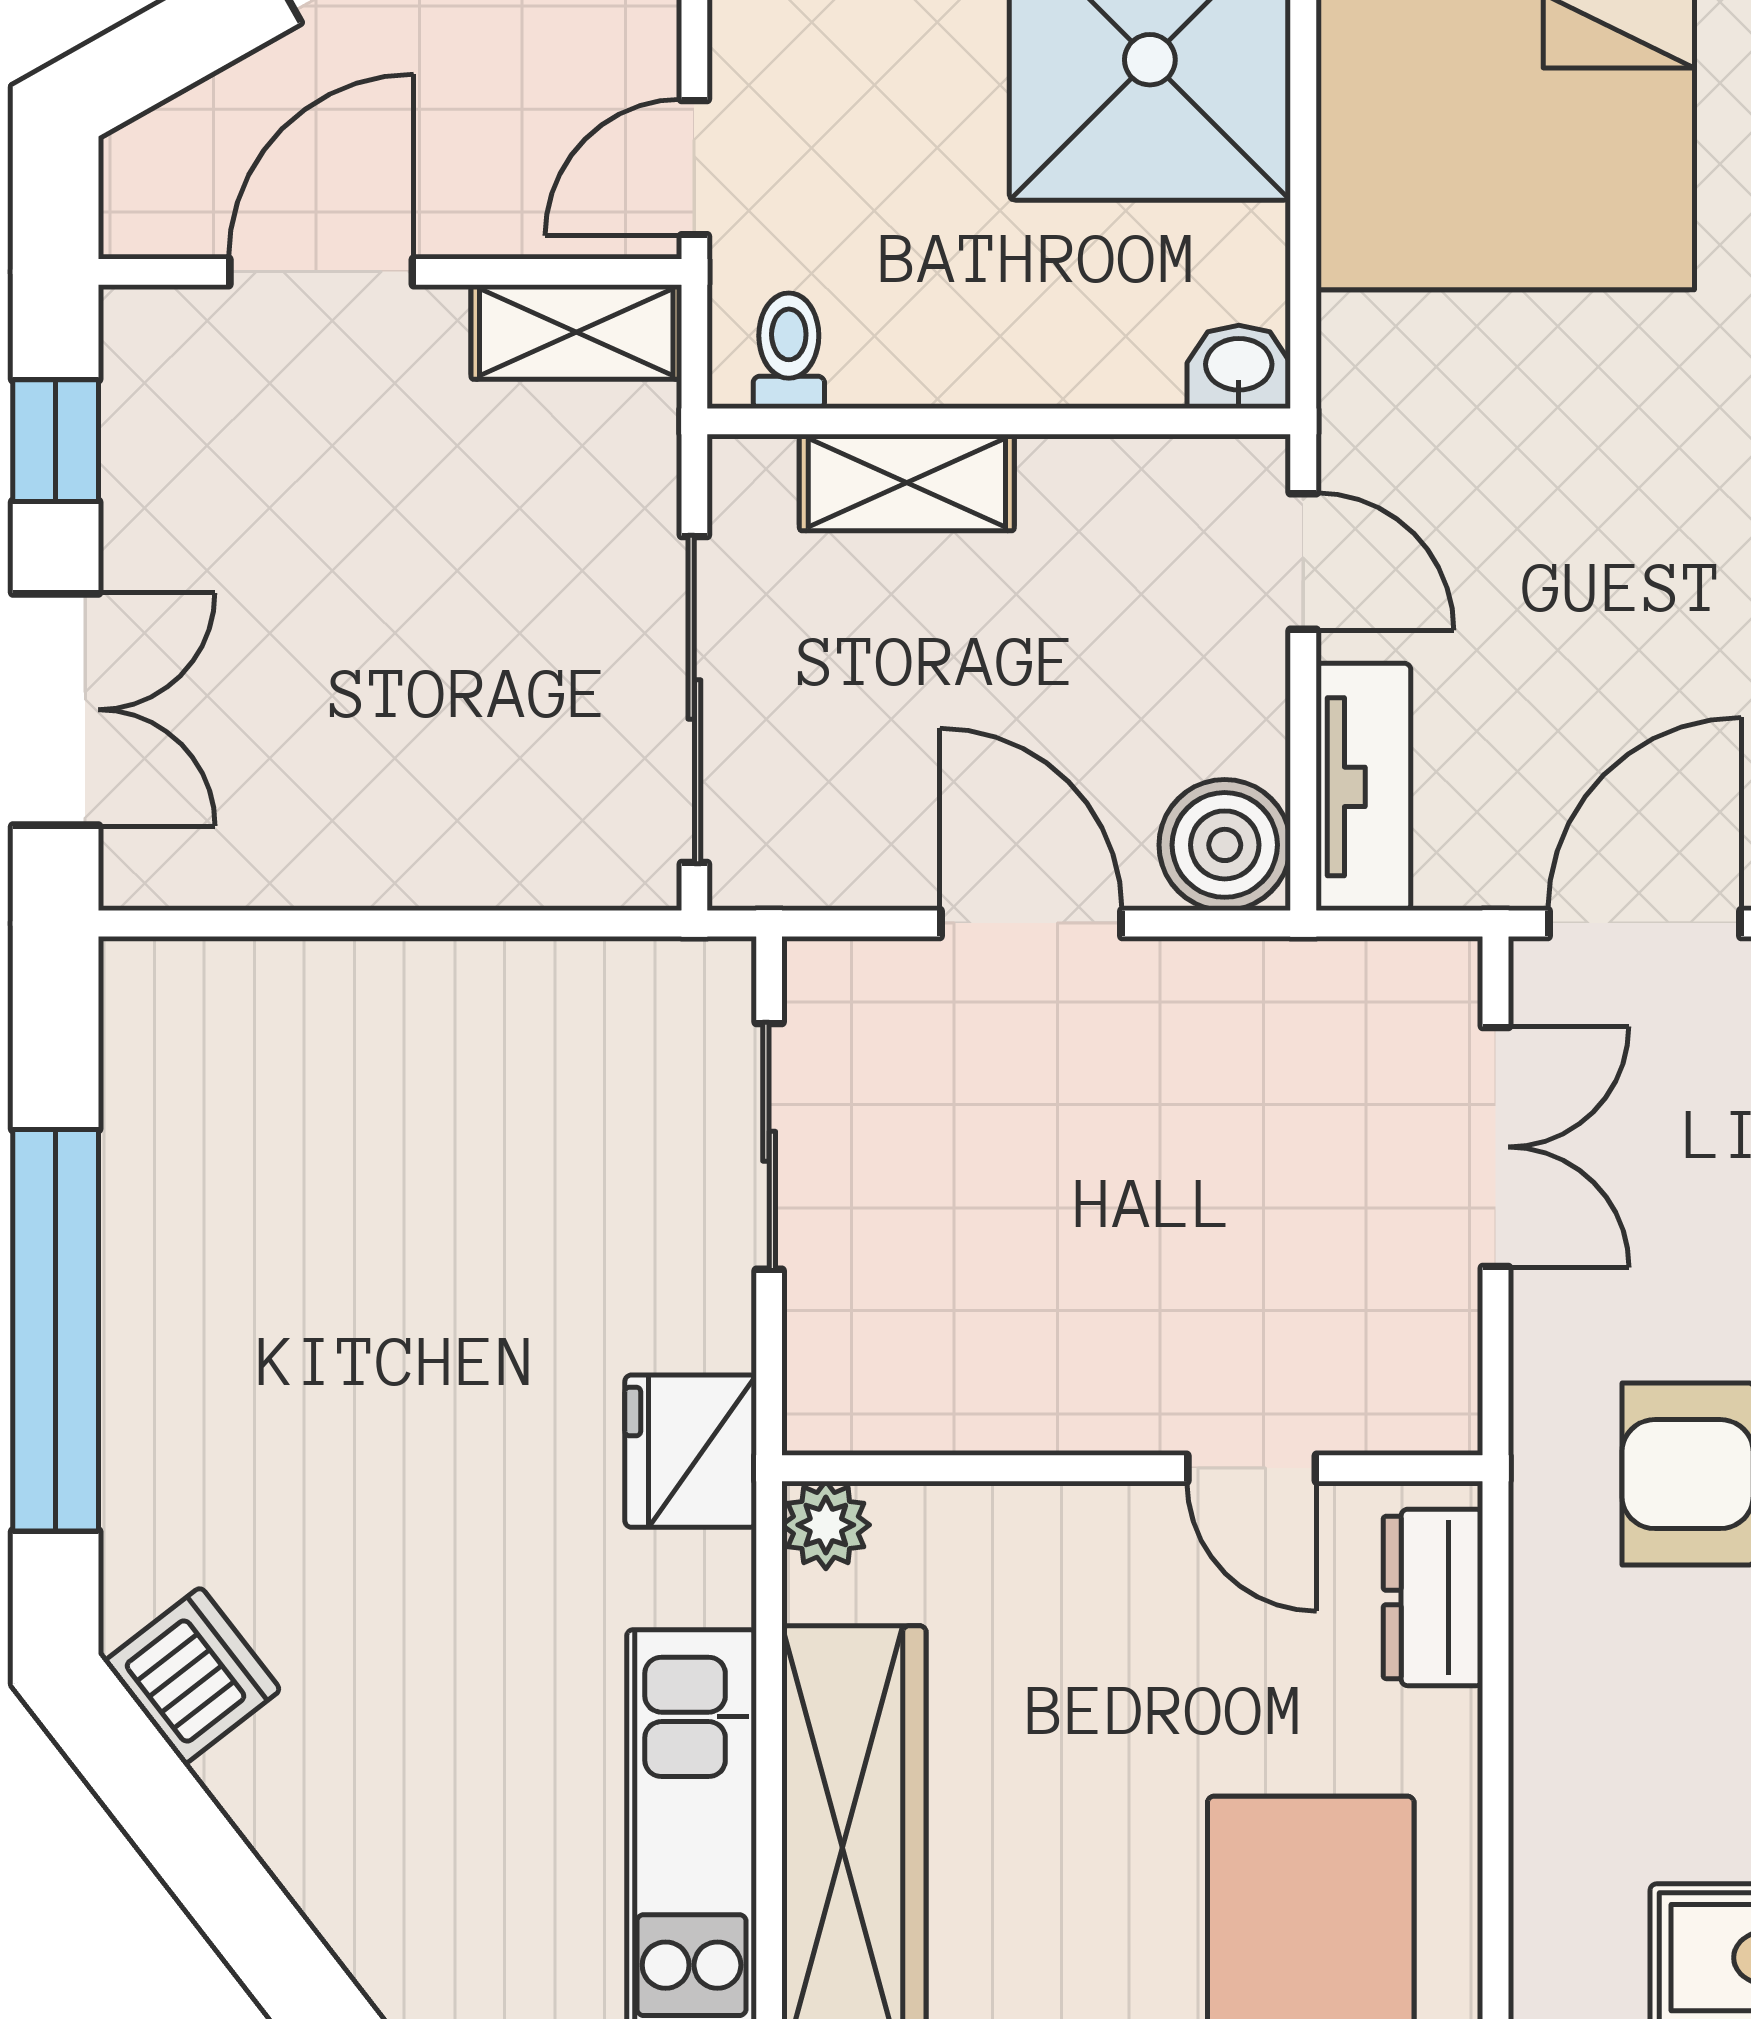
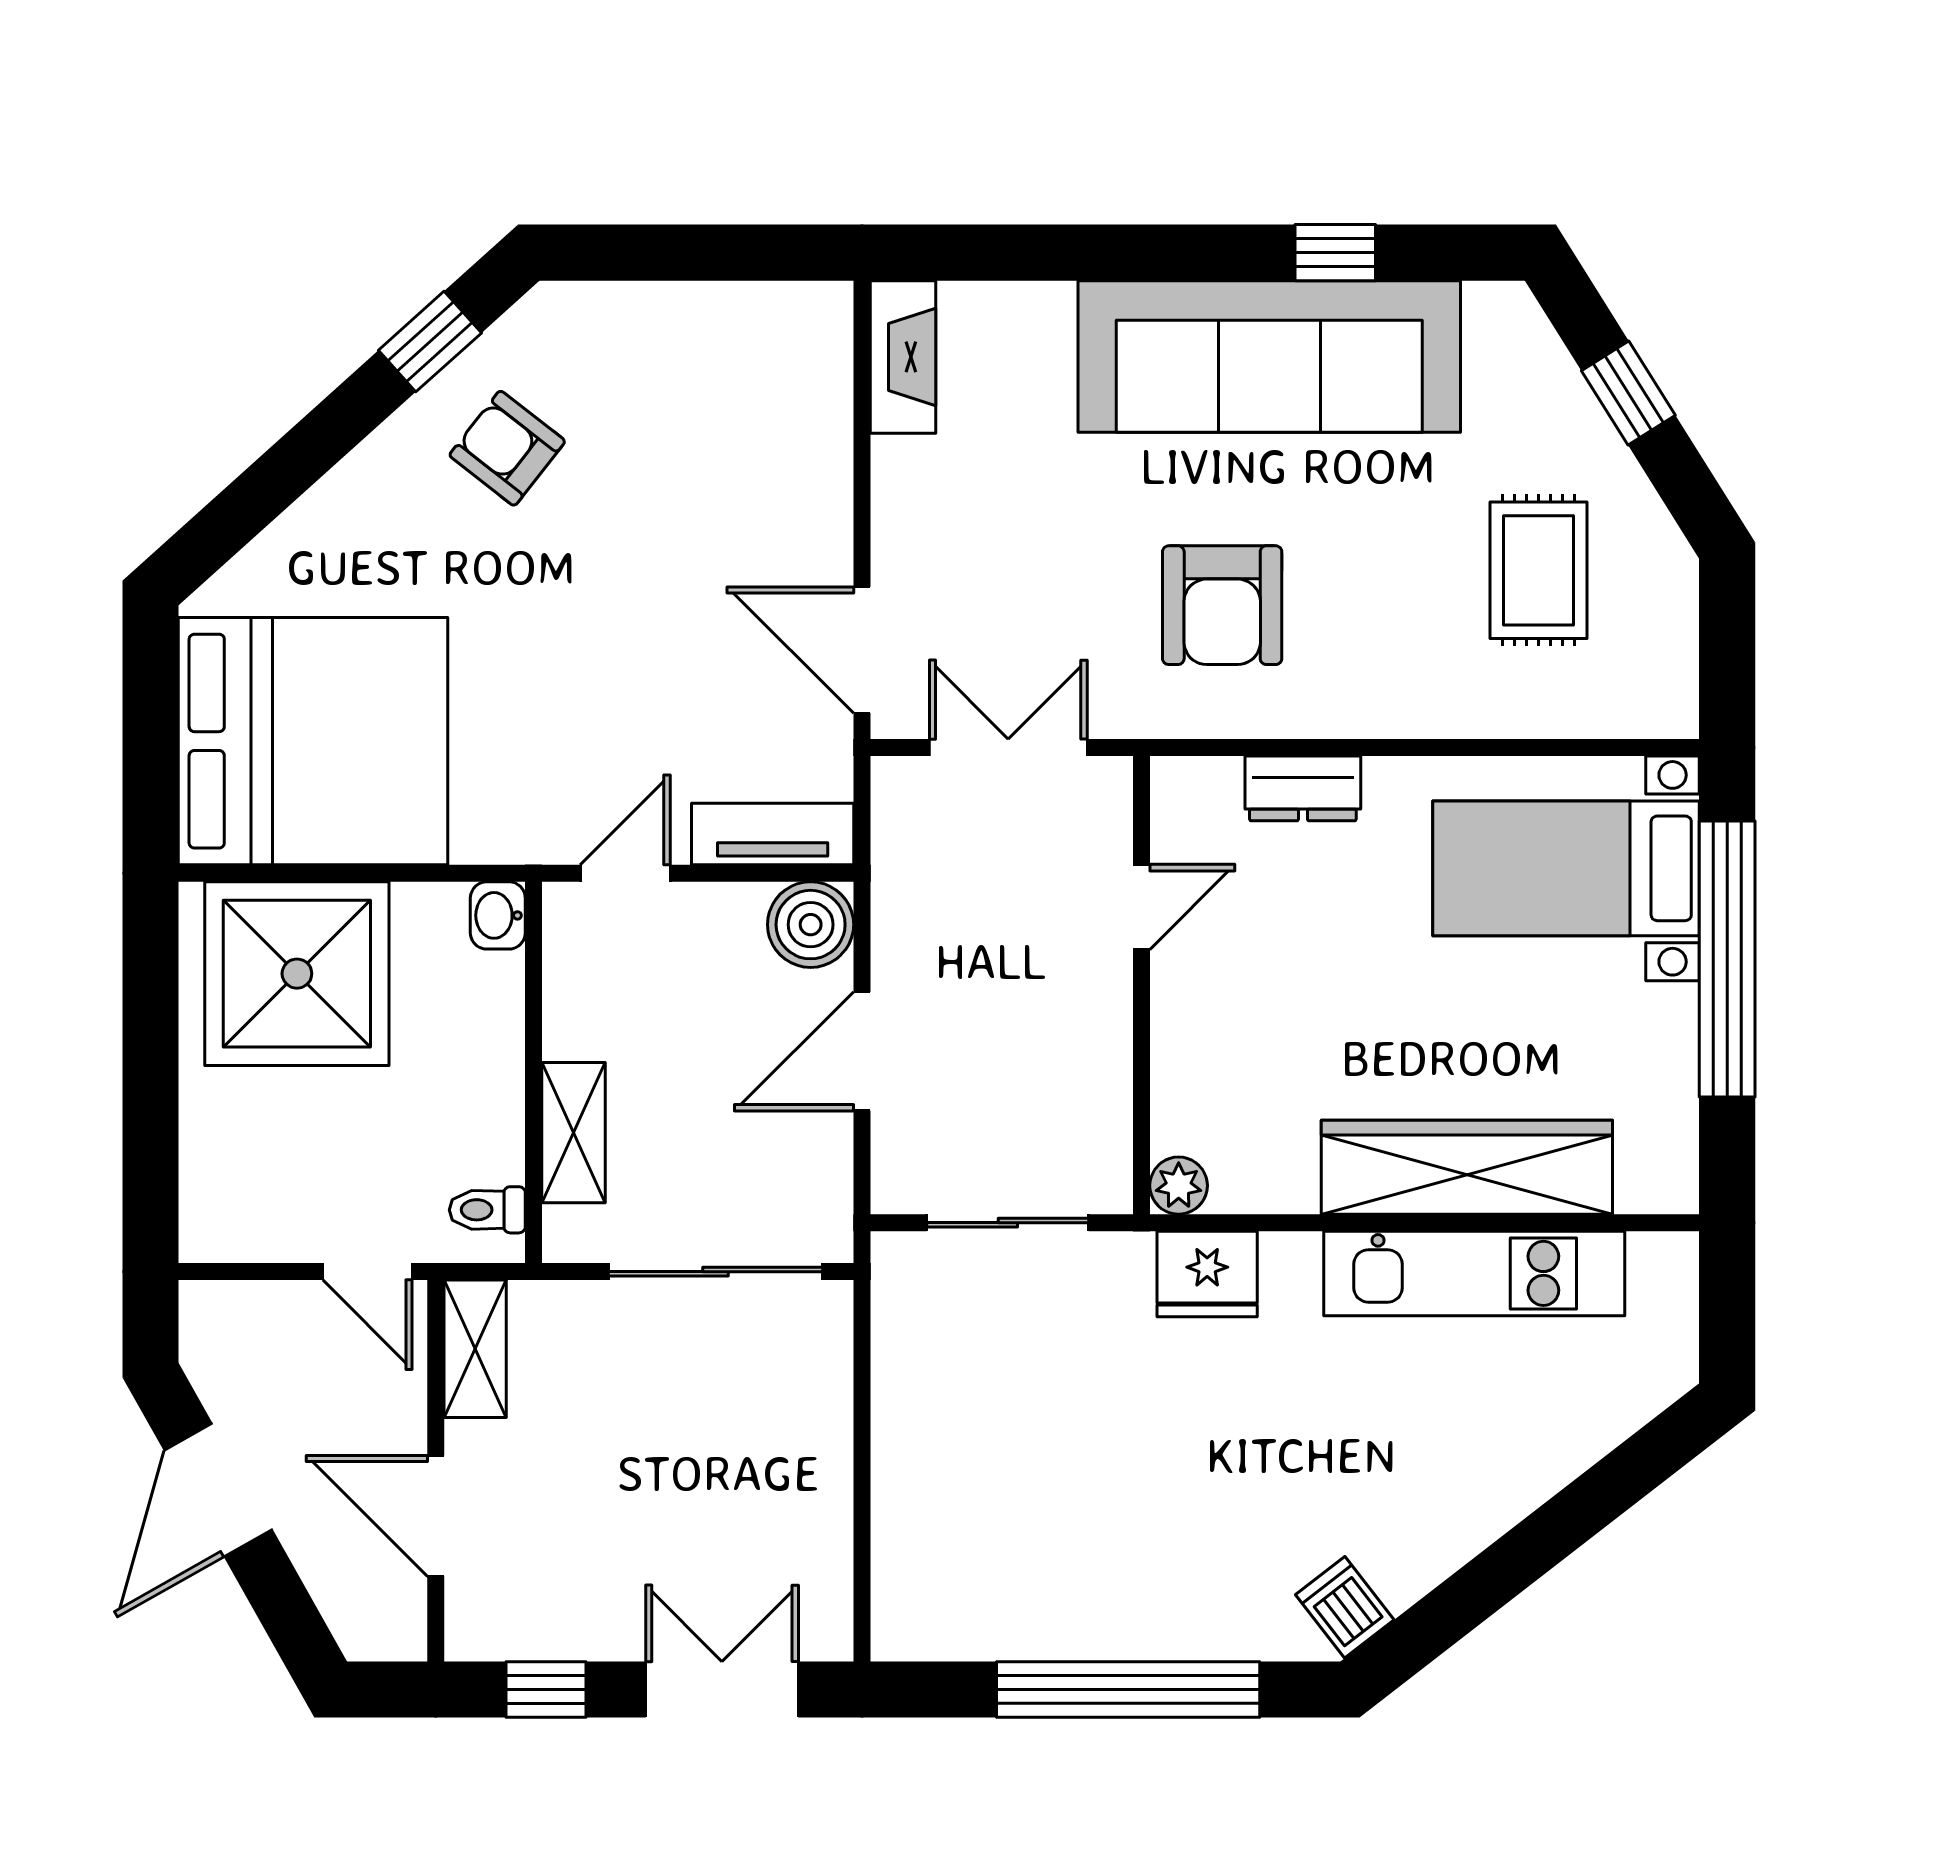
wall: (1132, 1468) -> (1141, 985), moved
door: (1252, 1468) -> (1141, 907), moved
plant: (826, 1525) -> (1179, 1186), moved
dishwasher: (192, 1676) -> (1345, 1607), width x0.73

